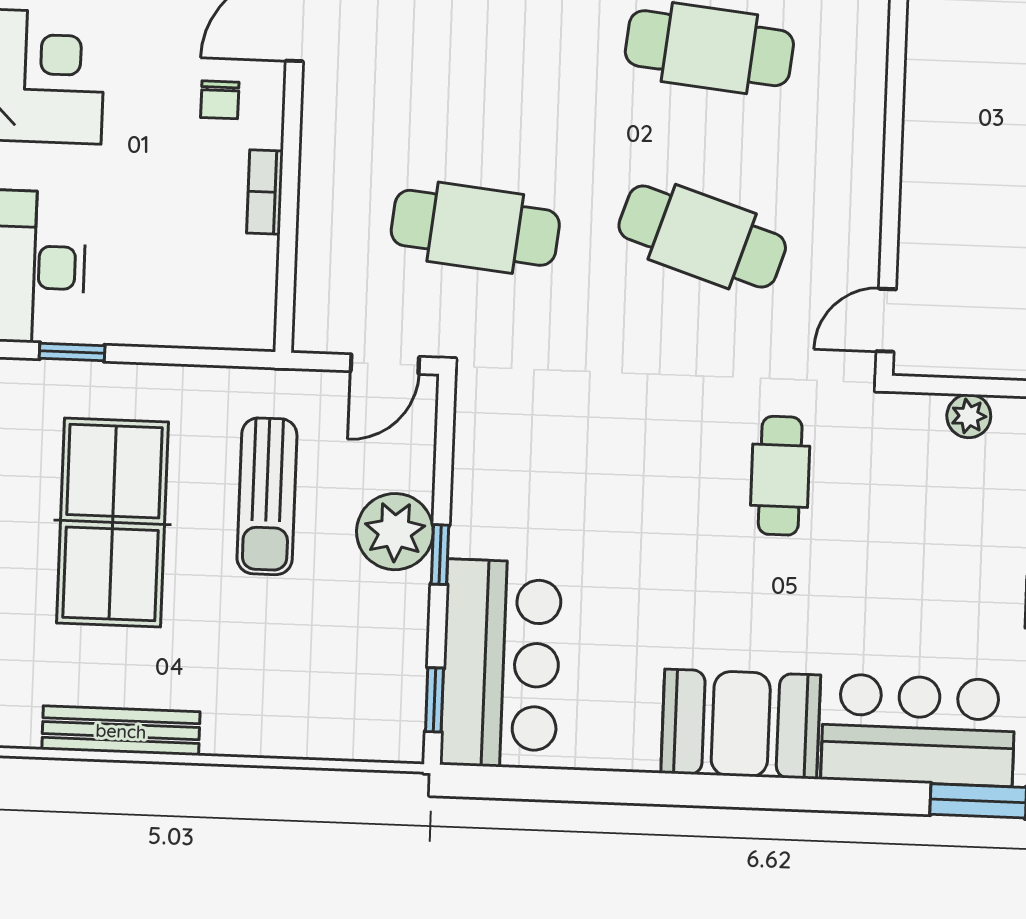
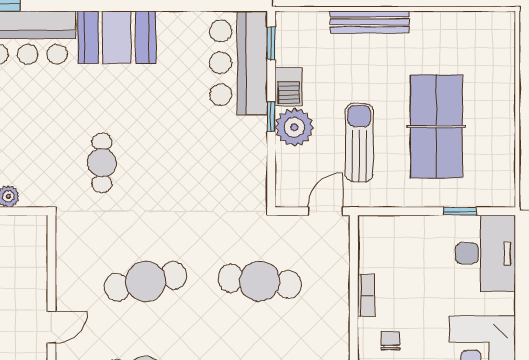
cafe table: (702, 237) -> (146, 281), turned -30
door: (886, 320) -> (52, 327), moved
door: (385, 364) -> (325, 211), moved
barbecue: (403, 612) -> (289, 87), added
bench: (121, 731) -> (370, 22), moved

